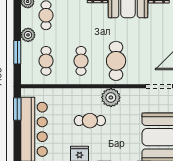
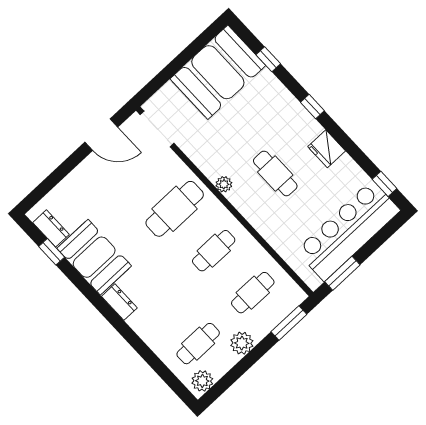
window: (17, 52) -> (289, 323), moved
plant: (111, 97) -> (224, 184), width x0.53, depth x0.53

